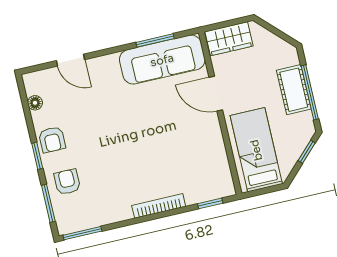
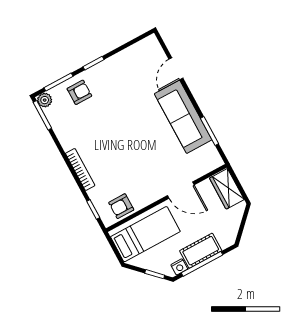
sofa: (162, 60) -> (183, 117), moved
door: (216, 94) -> (181, 190), swing flipped
floor lamp: (35, 103) -> (135, 50), removed
nightstand: (306, 120) -> (179, 267), added
armchair: (52, 140) -> (121, 206), moved
plant: (65, 226) -> (45, 100), added

